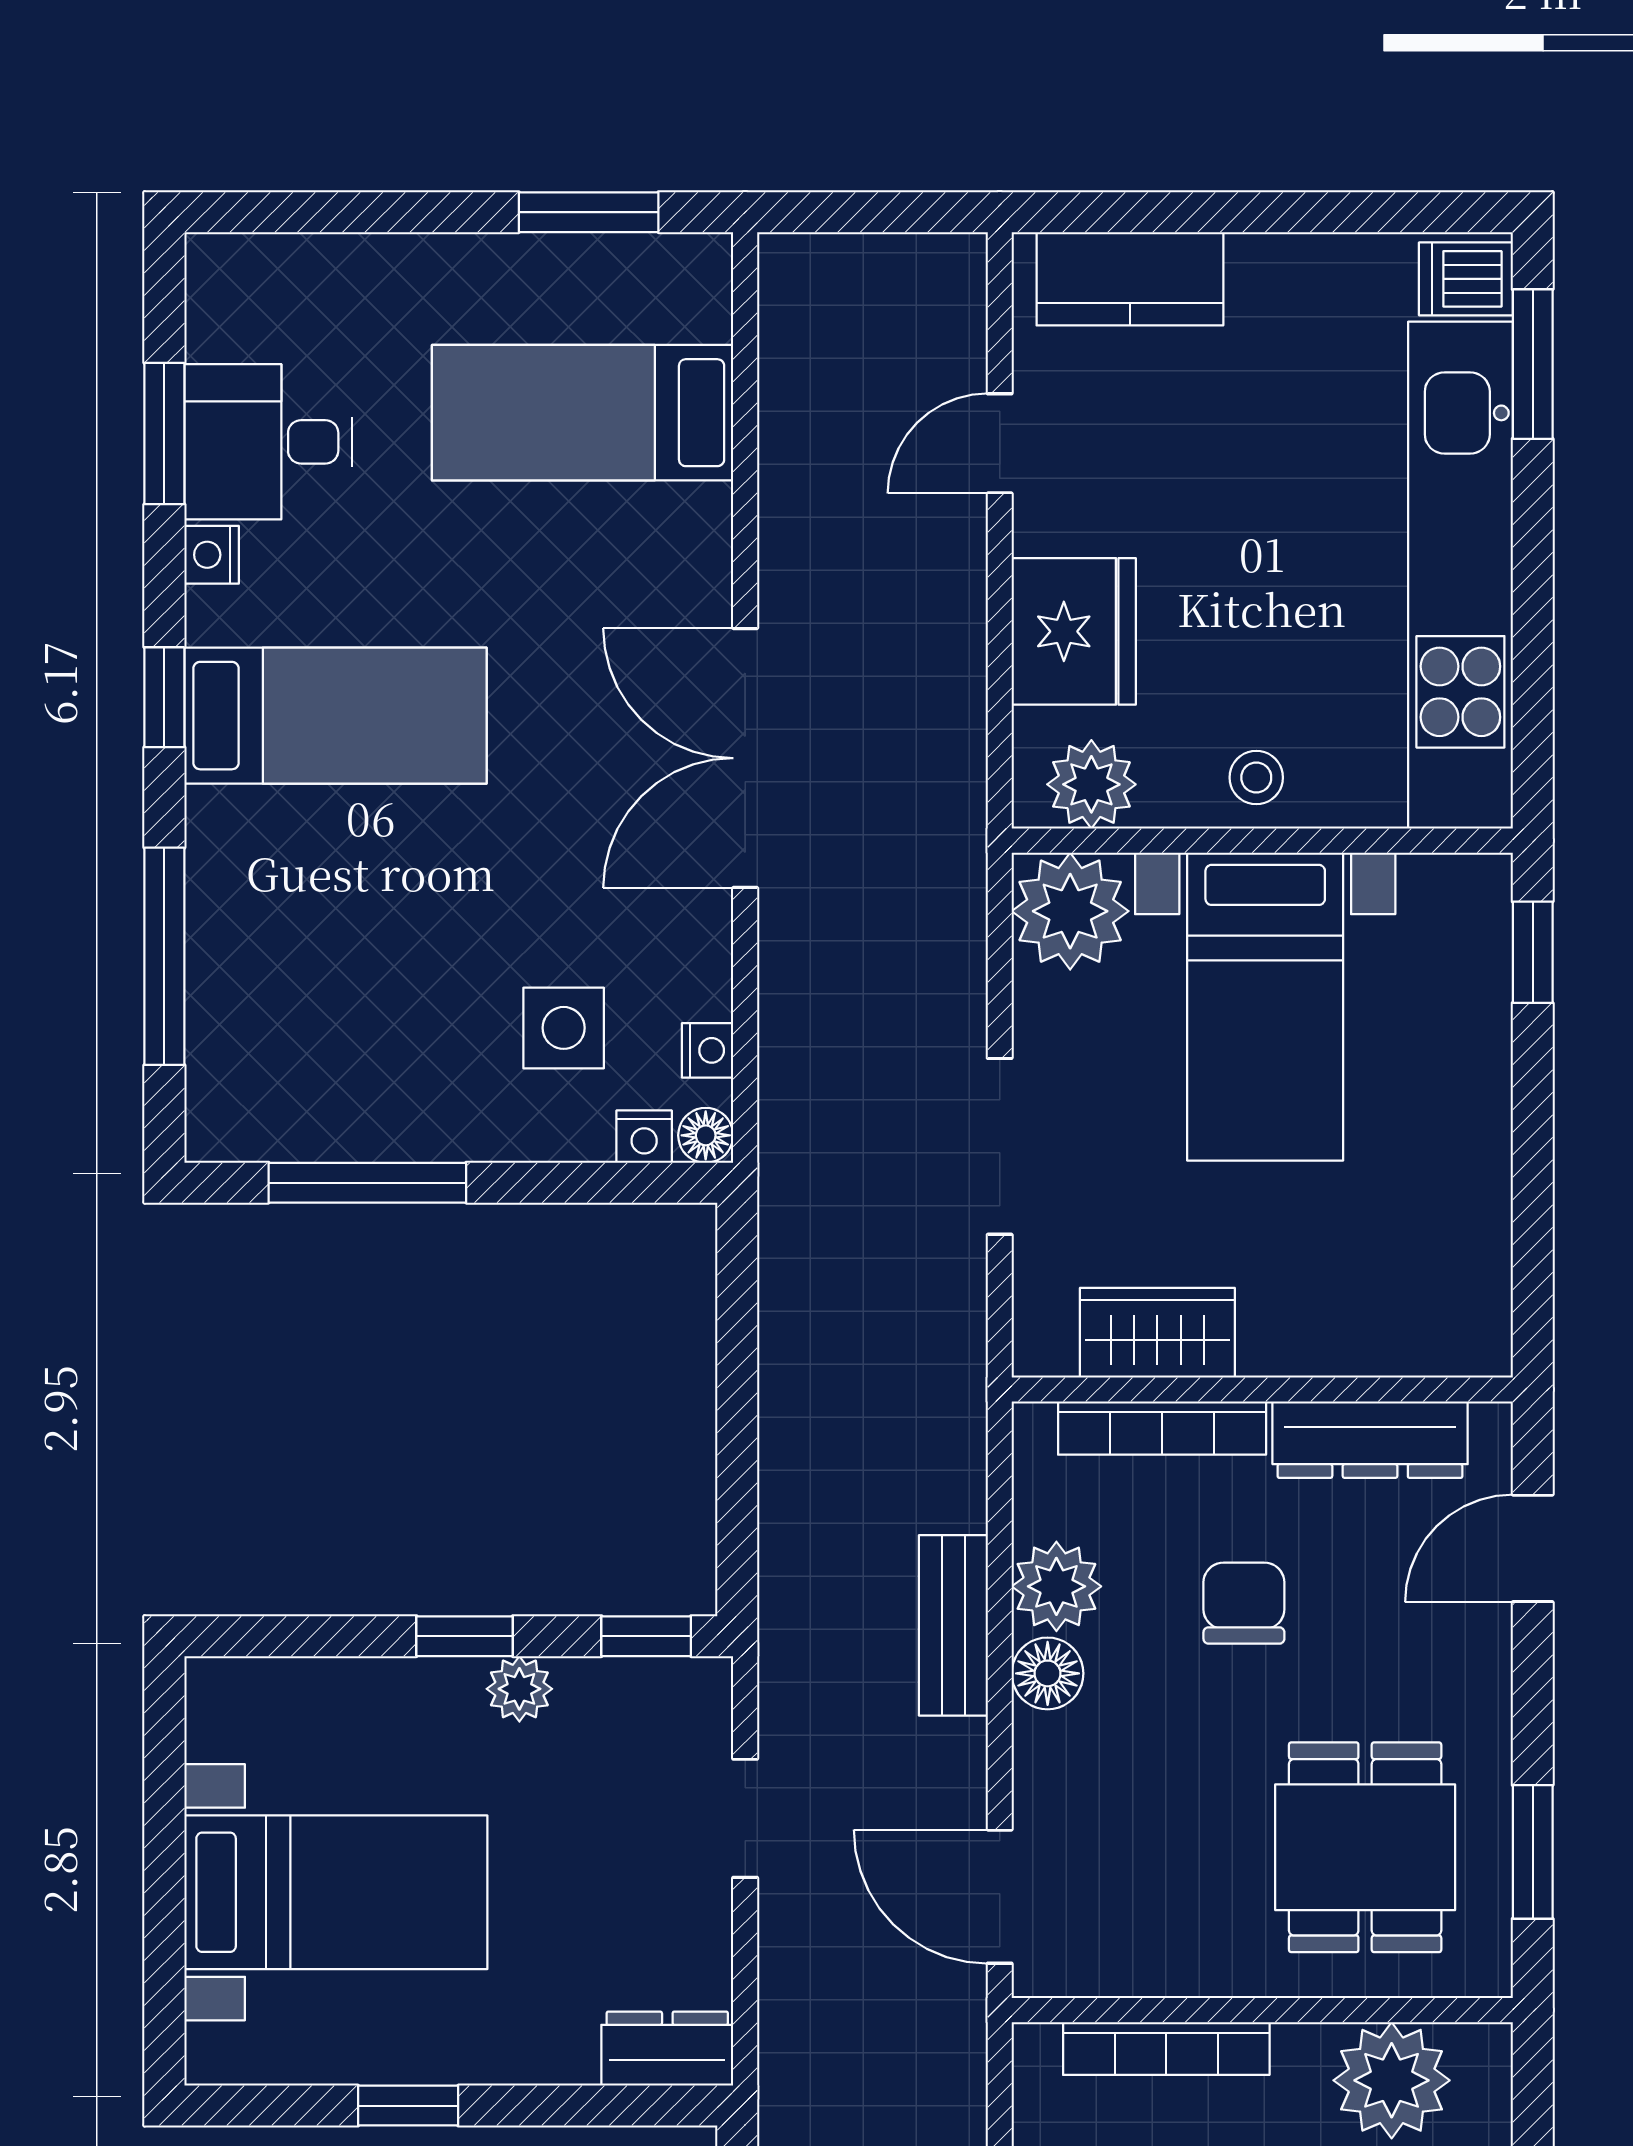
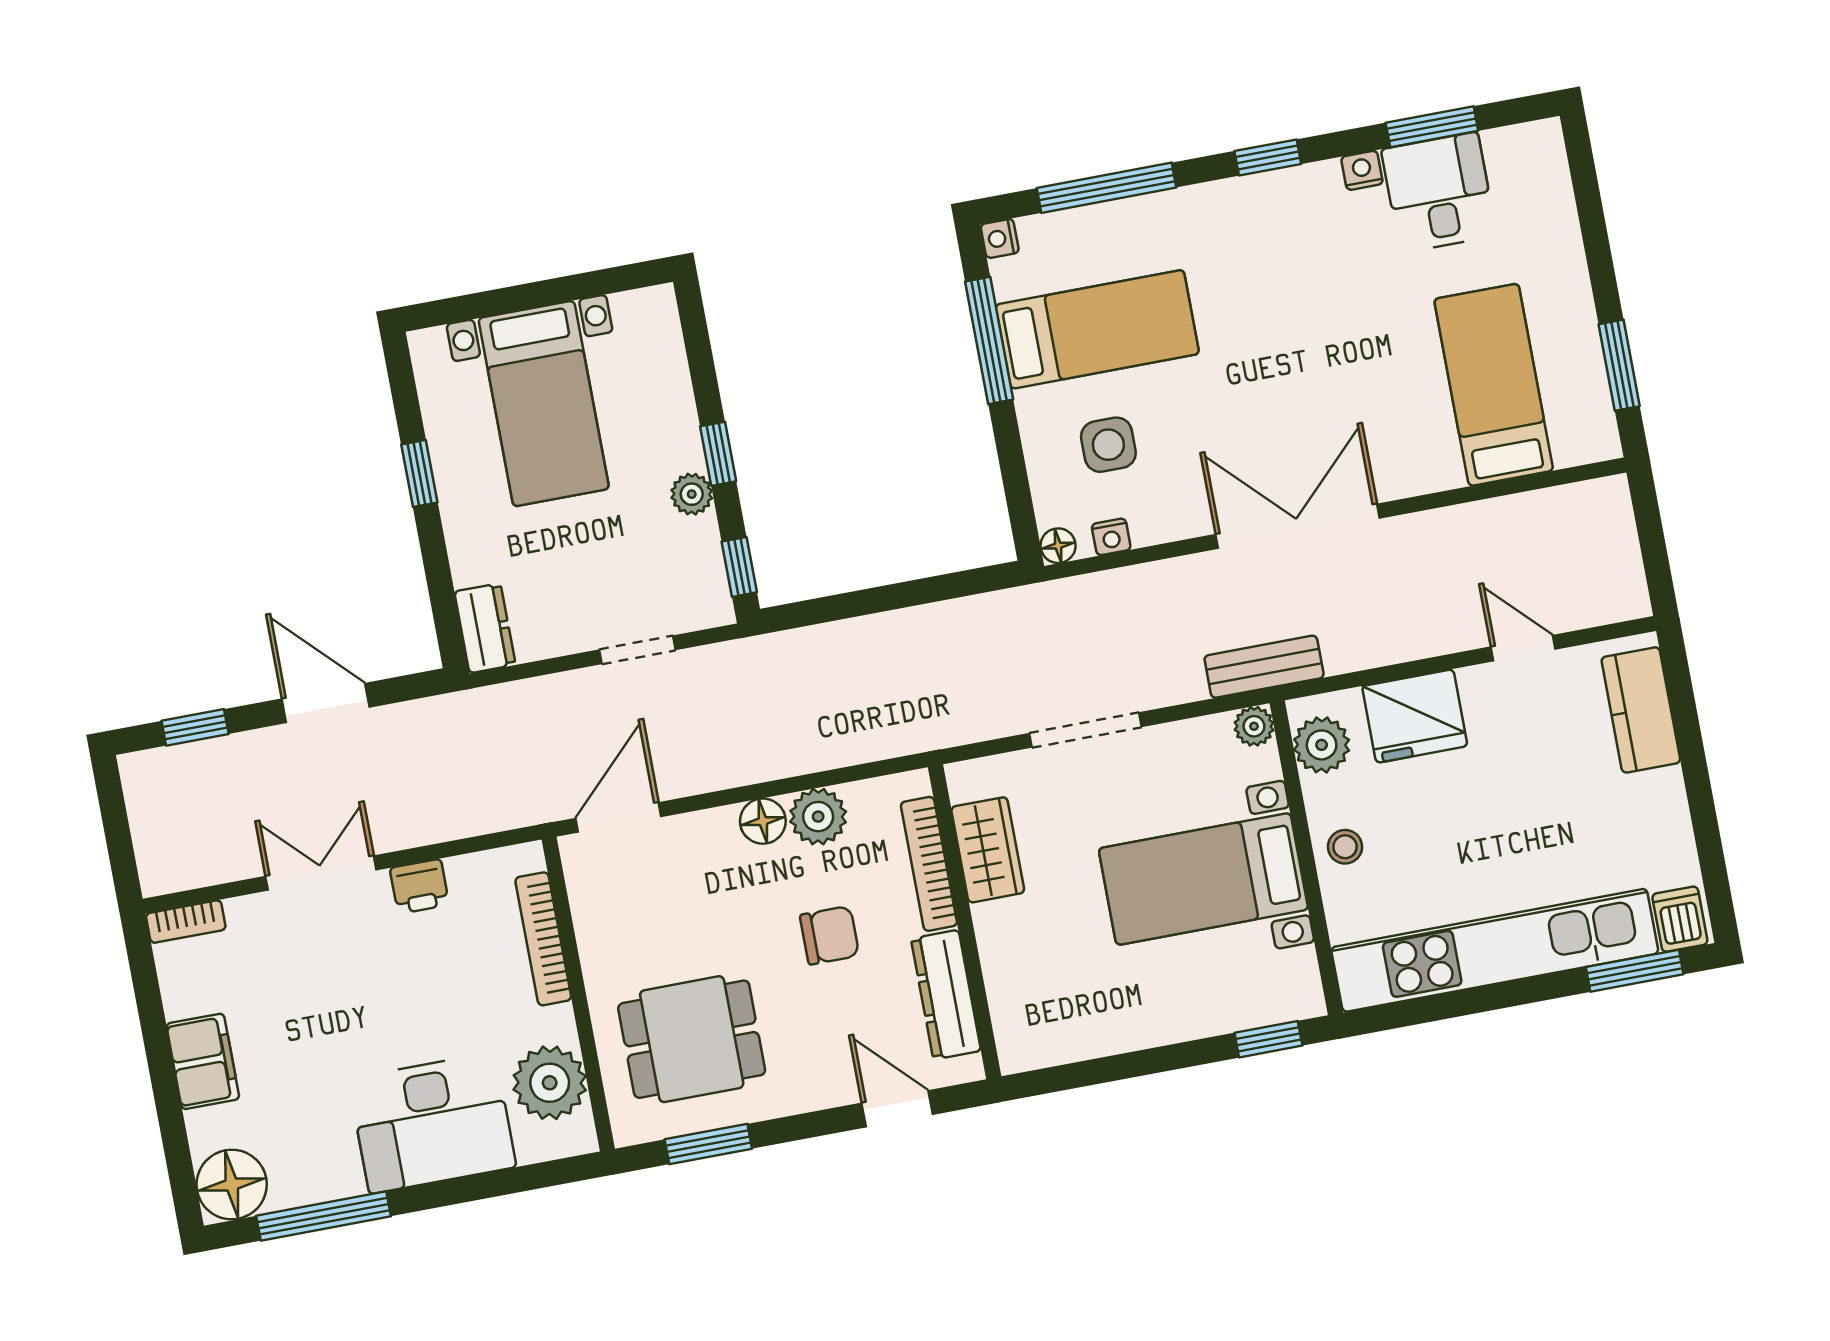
bed: (335, 716) -> (1097, 329), moved, turned -90
plant: (1070, 911) -> (1254, 726), width x0.53, depth x0.53
nightstand: (644, 1137) -> (1000, 238), moved
bench: (953, 1625) -> (1264, 667), moved

